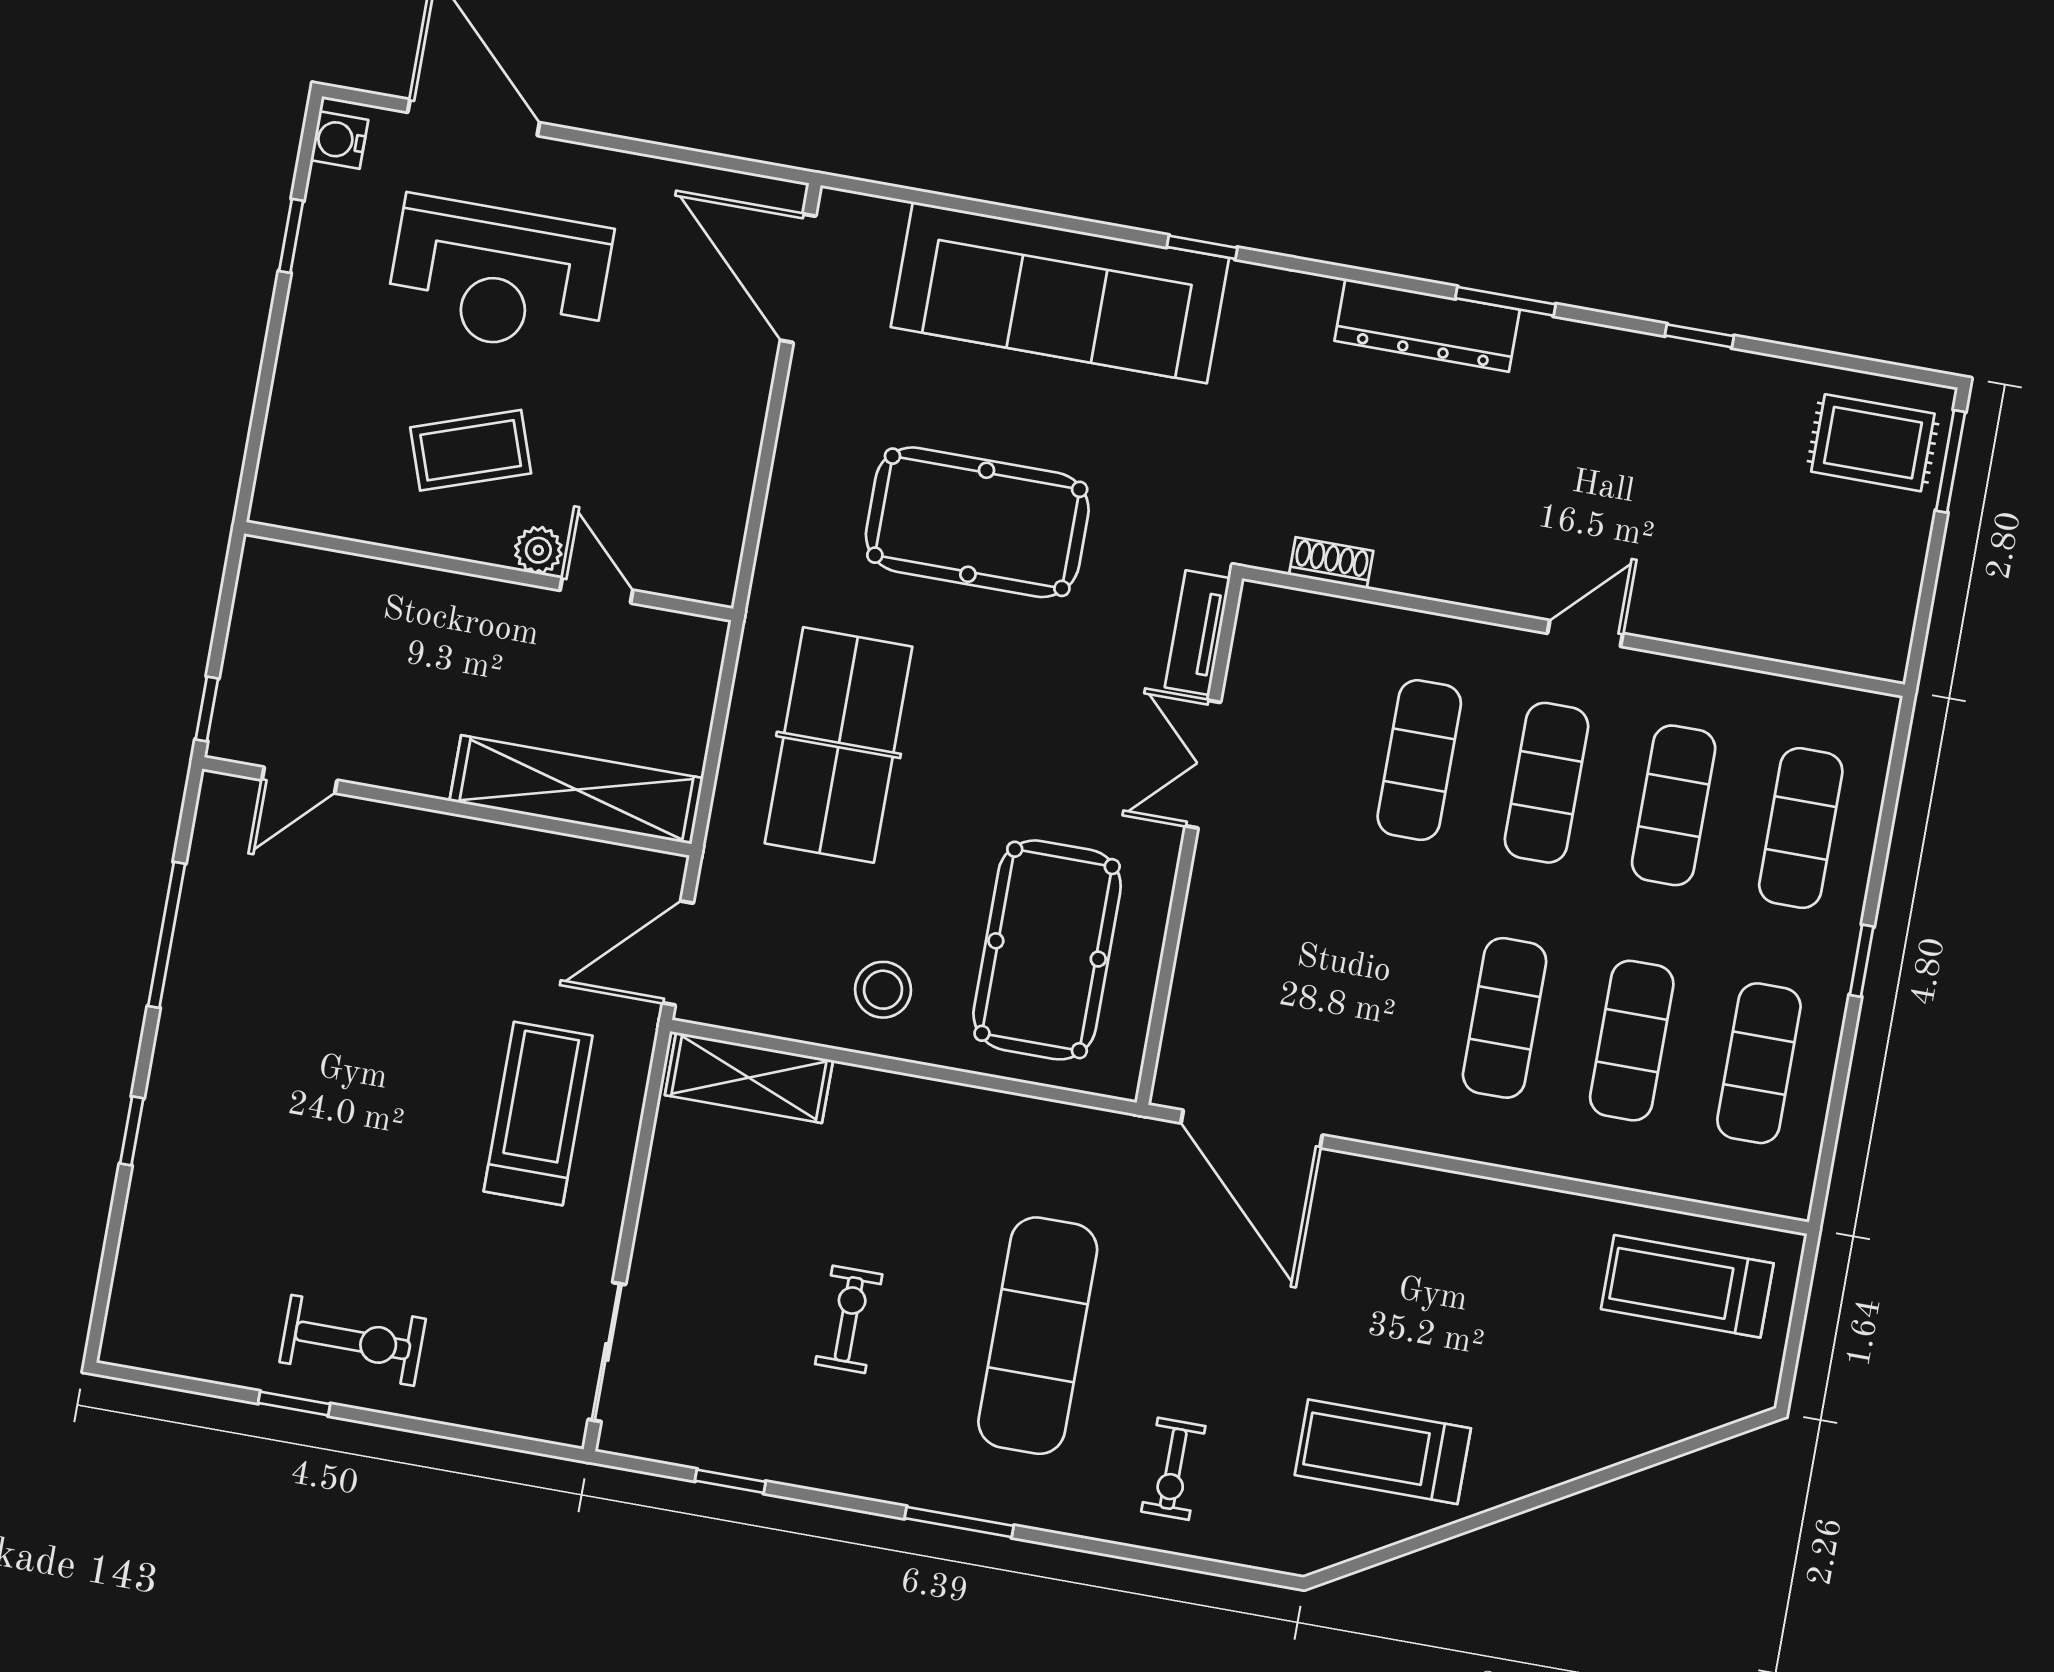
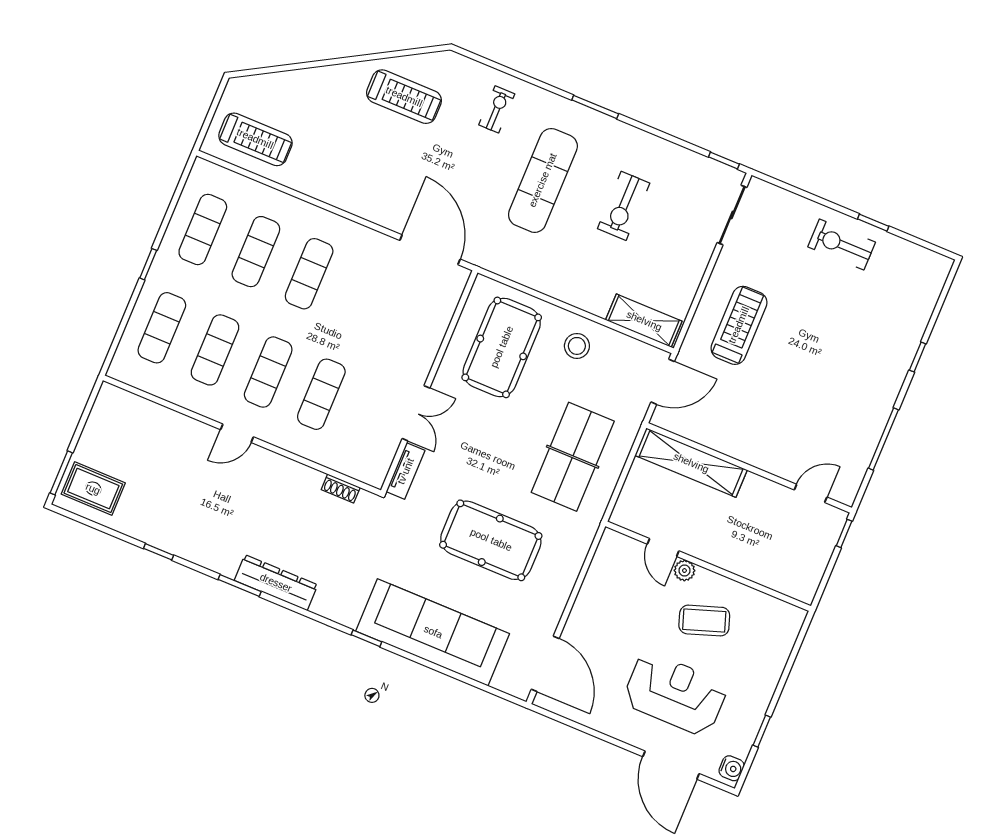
treadmill: (538, 1114) -> (739, 325), turned 180
exercise bike: (849, 1319) -> (624, 206), width x1.38, depth x1.39
window: (730, 1481) -> (724, 161), moved

